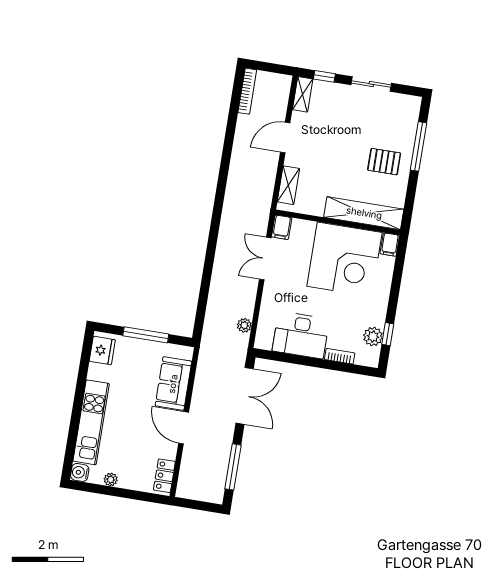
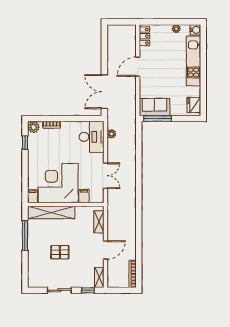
window: (419, 146) -> (25, 235), moved
pallet: (384, 162) -> (60, 252), moved
filing cabinet: (282, 227) -> (84, 196), moved
window: (146, 335) -> (157, 119), moved
desk: (301, 335) -> (92, 137), moved, turned 90
plant: (373, 337) -> (34, 127), moved
sofa: (173, 384) -> (155, 107), moved, turned -90
door: (184, 428) -> (138, 67), swing flipped
window: (233, 467) -> (104, 48), removed

